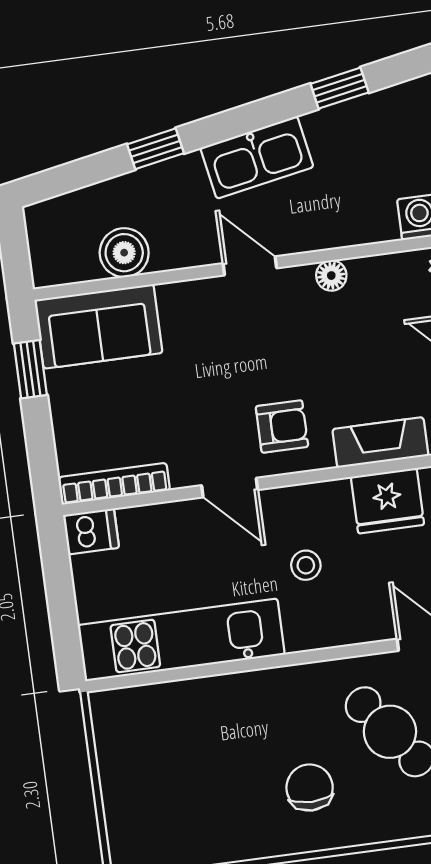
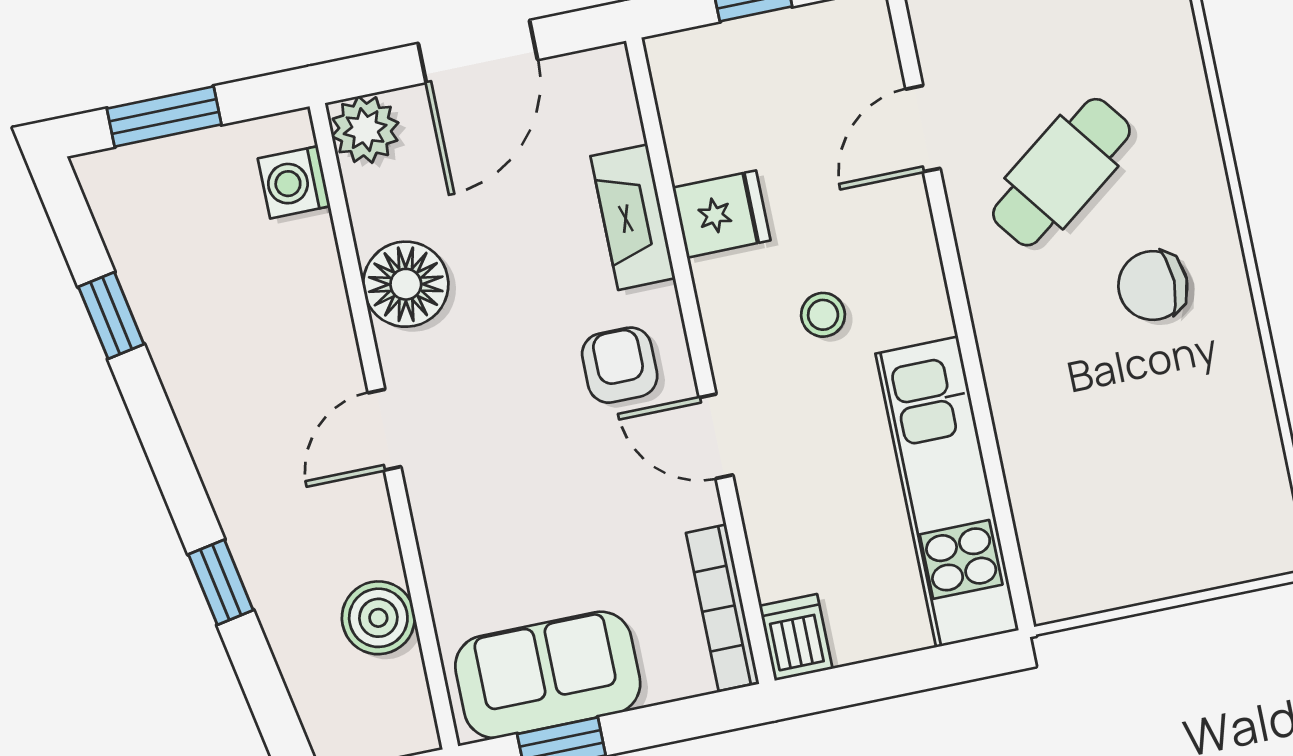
kitchen sink: (257, 157) -> (223, 431), removed
floor lamp: (331, 276) -> (406, 284), width x1.89, depth x1.89
sofa: (98, 326) -> (548, 675), moved, turned -90
door: (230, 488) -> (716, 436), swing flipped
fridge: (387, 501) -> (722, 214), width x0.72

